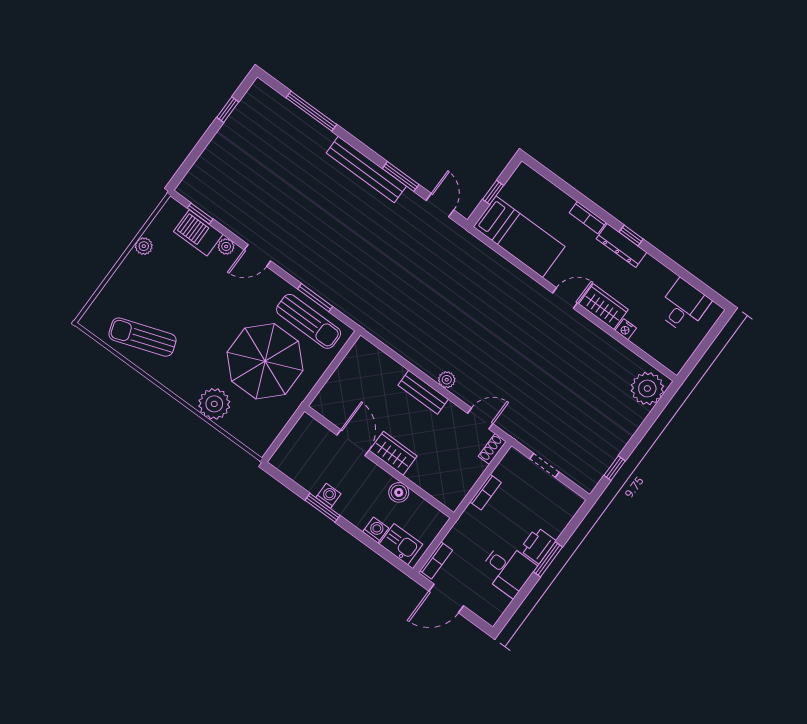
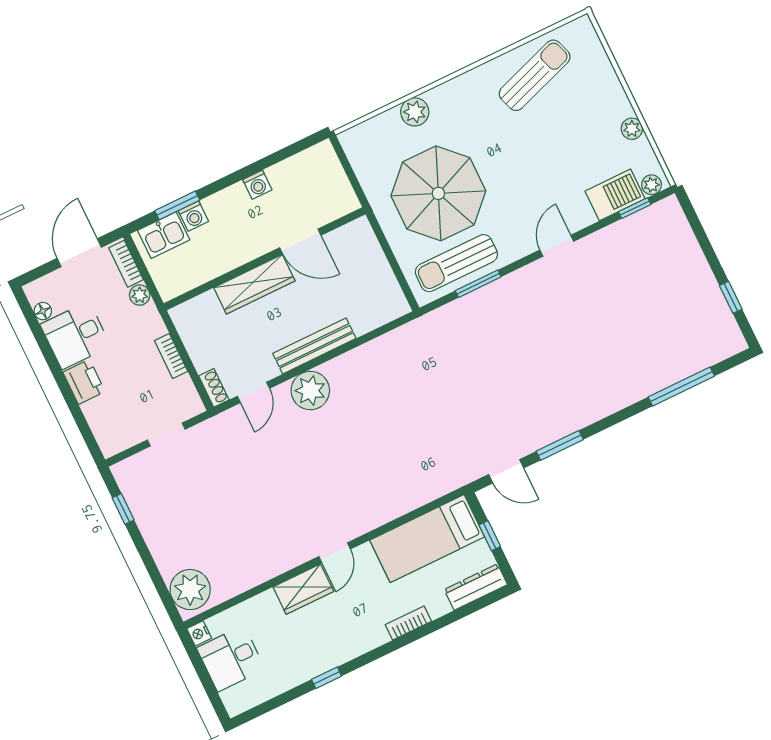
bench: (366, 169) -> (587, 412), removed
window: (631, 236) -> (327, 678), moved
plant: (226, 246) -> (652, 185), moved
dresser: (621, 246) -> (476, 587), moved
desk: (683, 306) -> (231, 659), moved, turned 90
nightstand: (626, 329) -> (199, 633), moved, turned -90
plant: (447, 380) -> (310, 391), width x1.87, depth x1.87
bench: (423, 392) -> (314, 346), width x1.36
plant: (214, 404) -> (415, 112), width x0.73, depth x0.73
wardrobe: (393, 453) -> (254, 284), width x1.50
boiler: (399, 492) -> (221, 262), removed
window: (323, 508) -> (177, 205), moved
plant: (454, 538) -> (140, 295), added
window: (548, 559) -> (63, 385), removed
floor lamp: (502, 602) -> (43, 311), added

